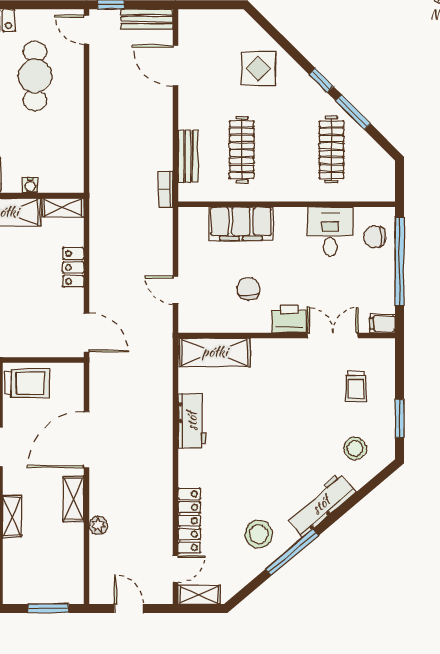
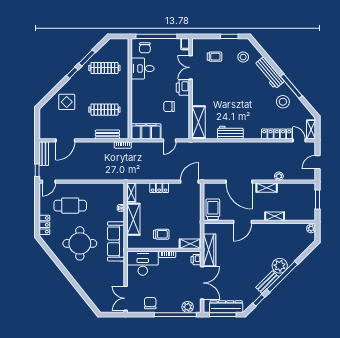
filing cabinet: (241, 224) -> (146, 131), moved, turned -90

